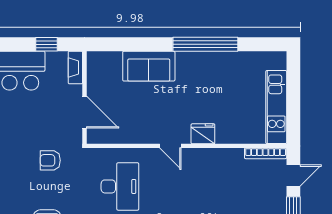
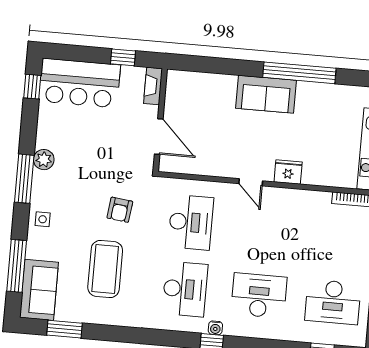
sofa: (149, 66) -> (266, 94), moved
armchair: (50, 160) -> (120, 210), moved, turned -83

